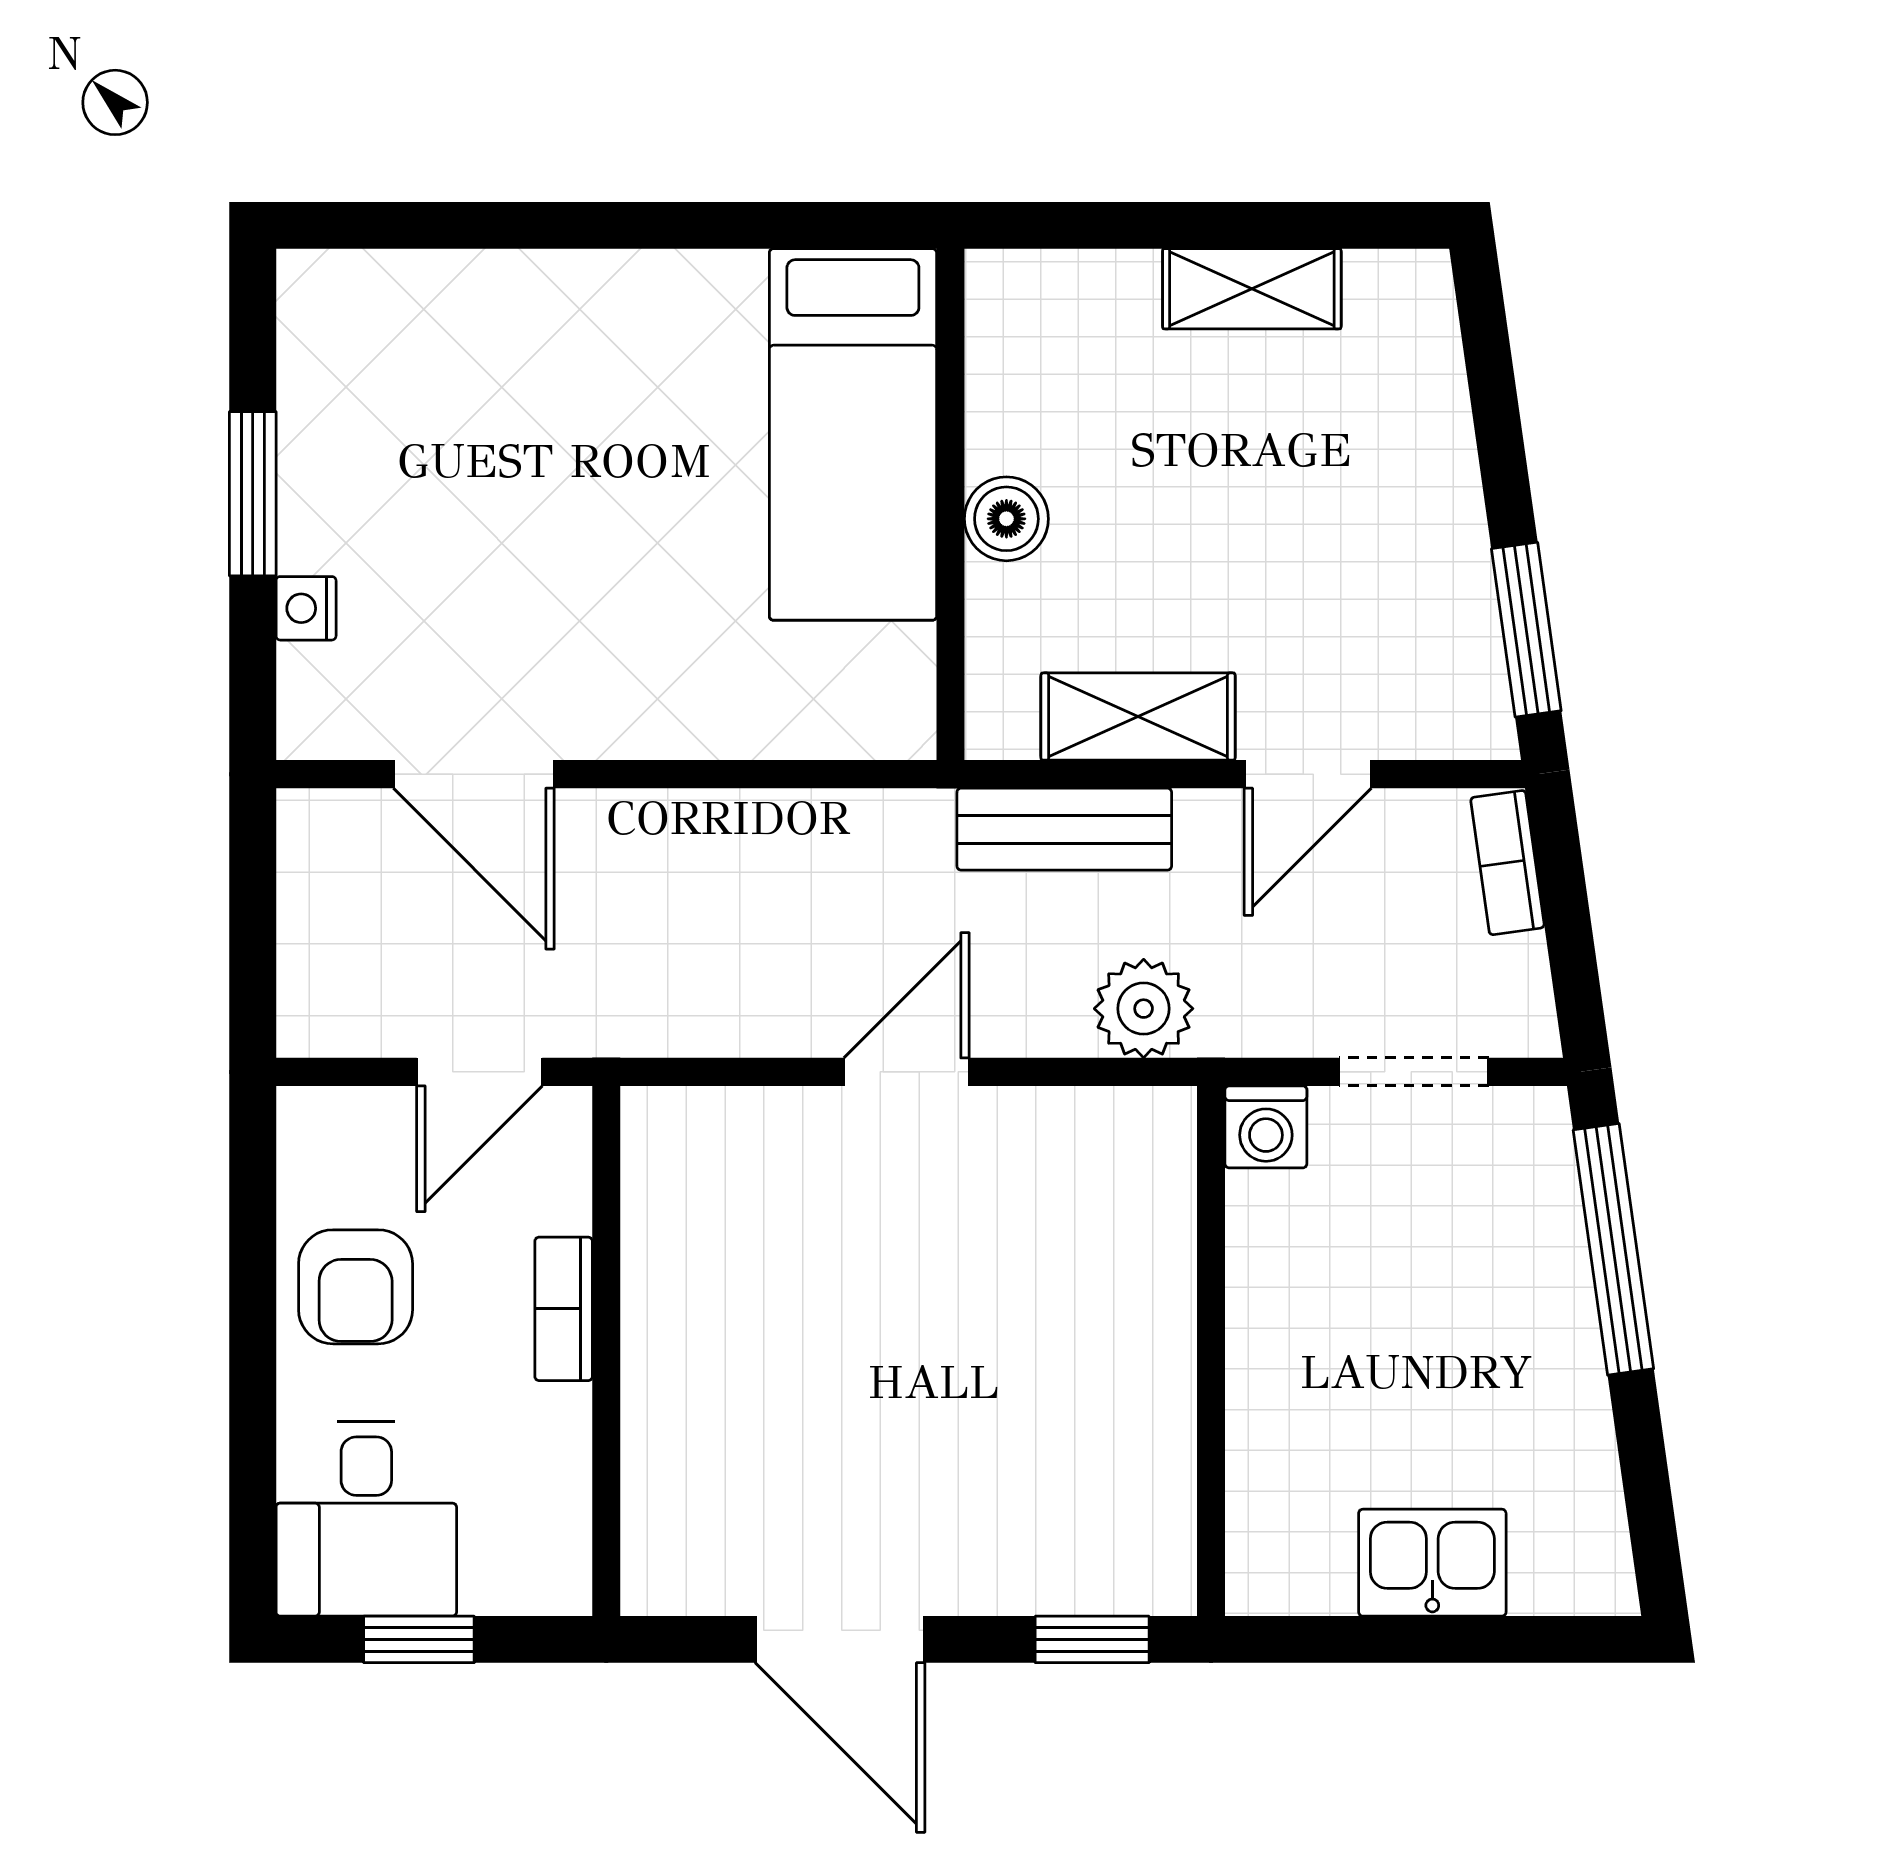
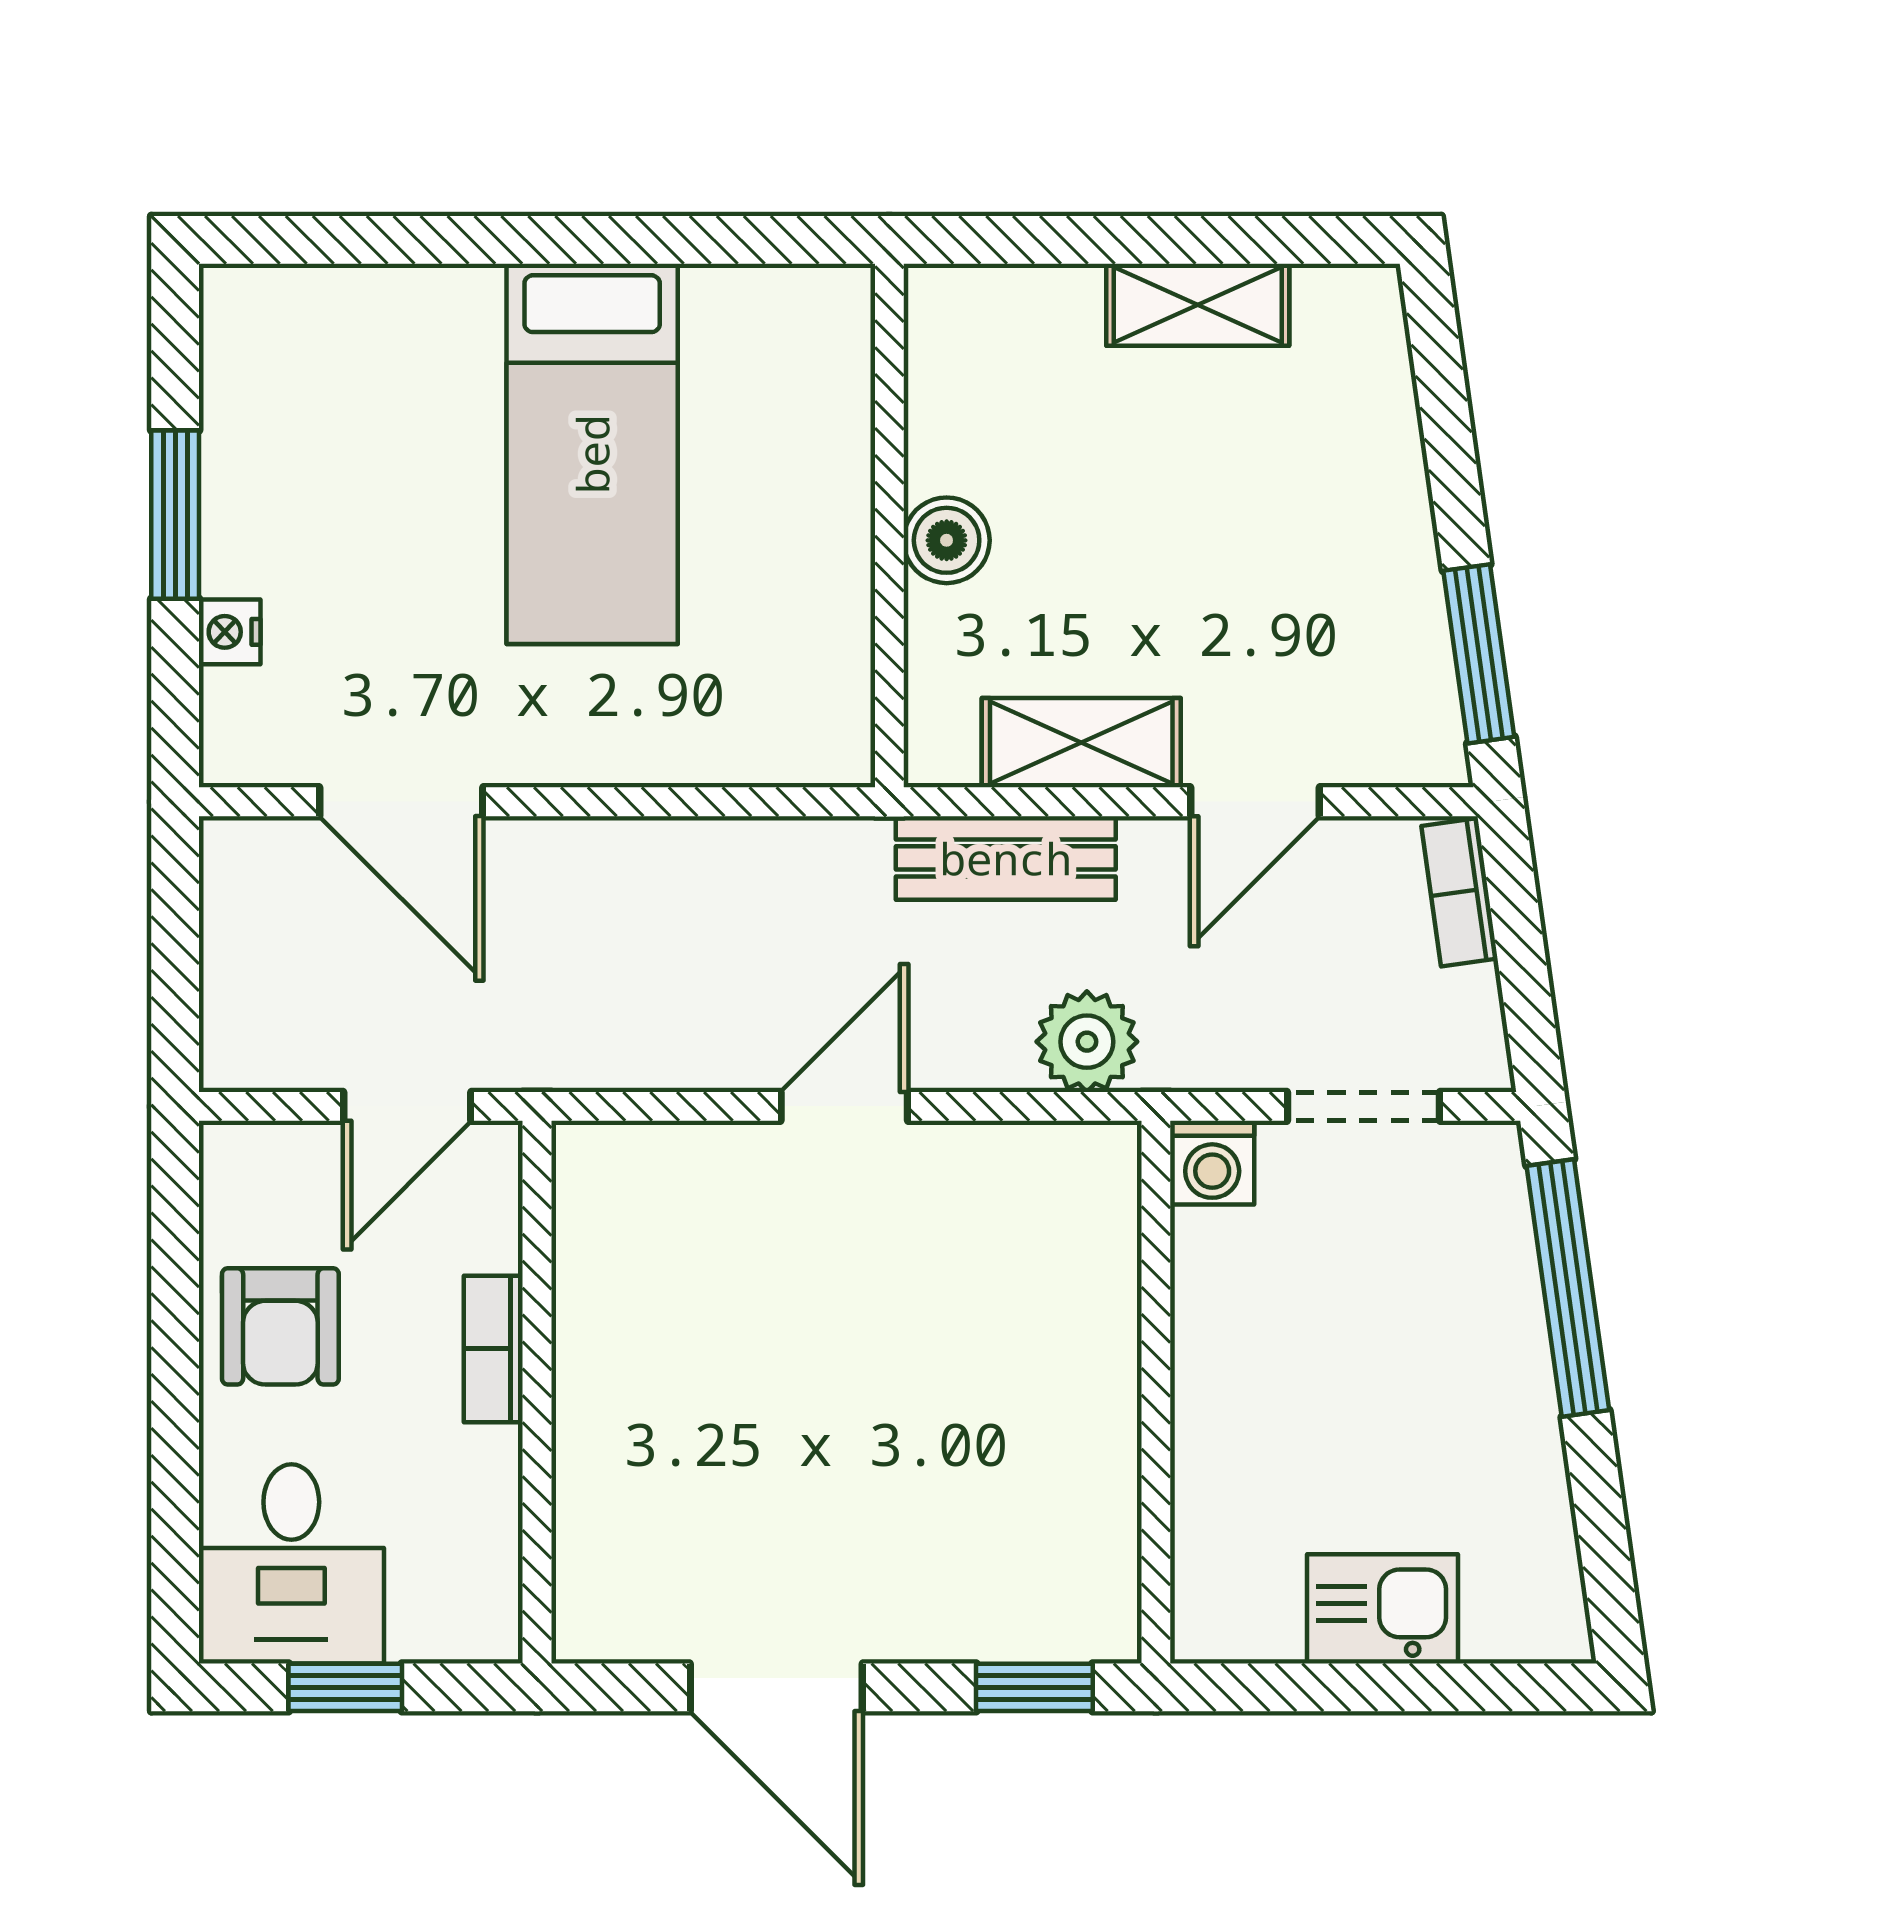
bed: (853, 434) -> (592, 454), moved

